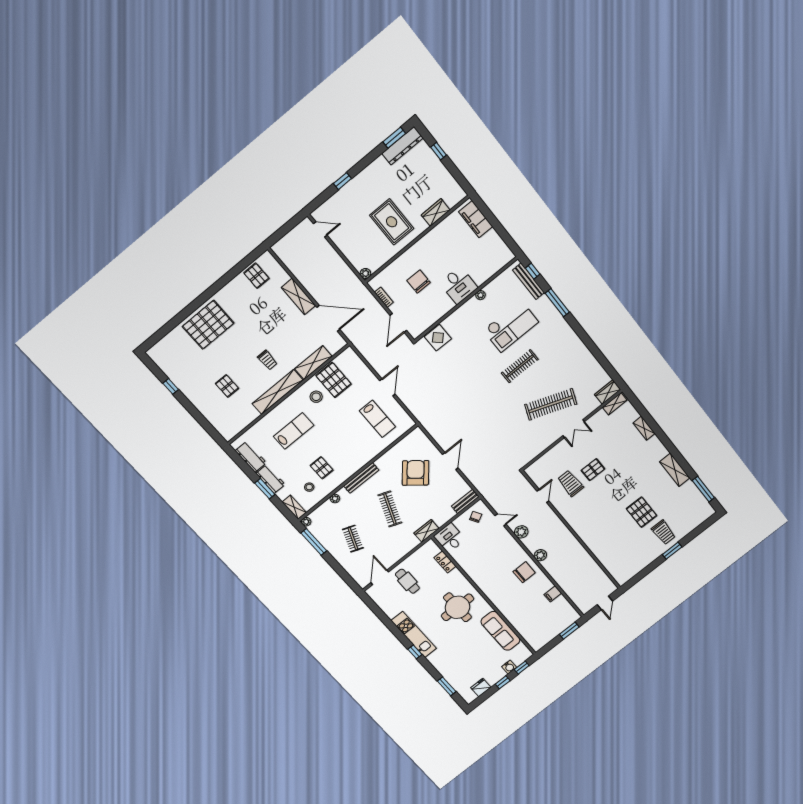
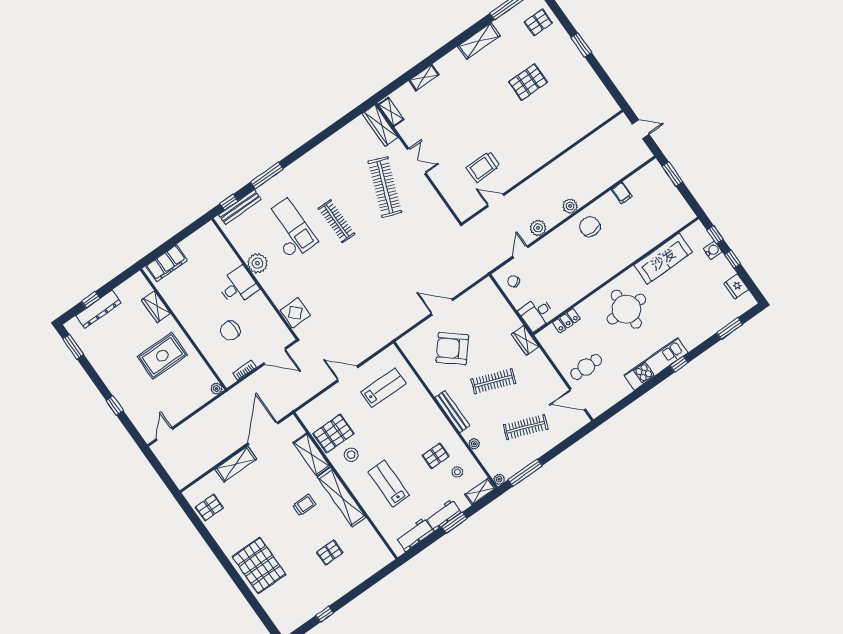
dresser: (402, 146) -> (98, 309), moved, turned 90
plant: (480, 295) -> (258, 263), width x1.88, depth x1.88
wardrobe: (608, 392) -> (380, 125), width x1.50
pallet: (593, 470) -> (538, 22), moved, turned 90
bench: (465, 501) -> (493, 293), removed
trolley: (664, 532) -> (557, 56), removed
clothes rail: (353, 539) -> (526, 427), width x1.36

